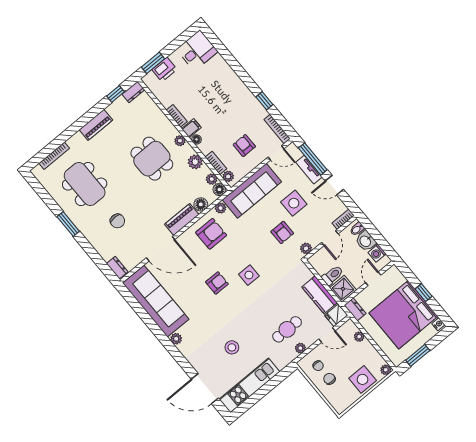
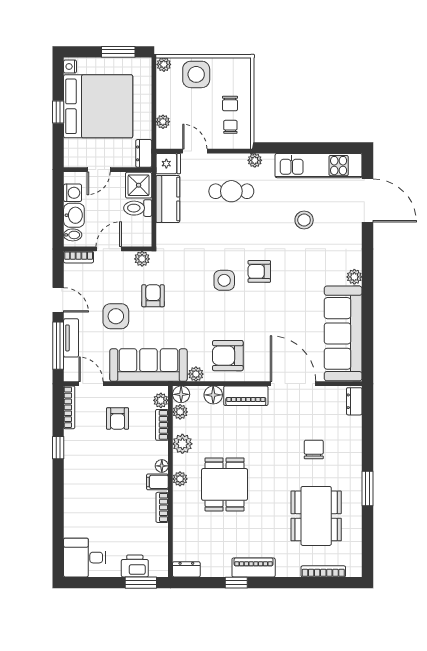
window: (116, 94) -> (236, 583), moved
armchair: (217, 283) -> (259, 271), moved
plant: (300, 348) -> (255, 160), moved

